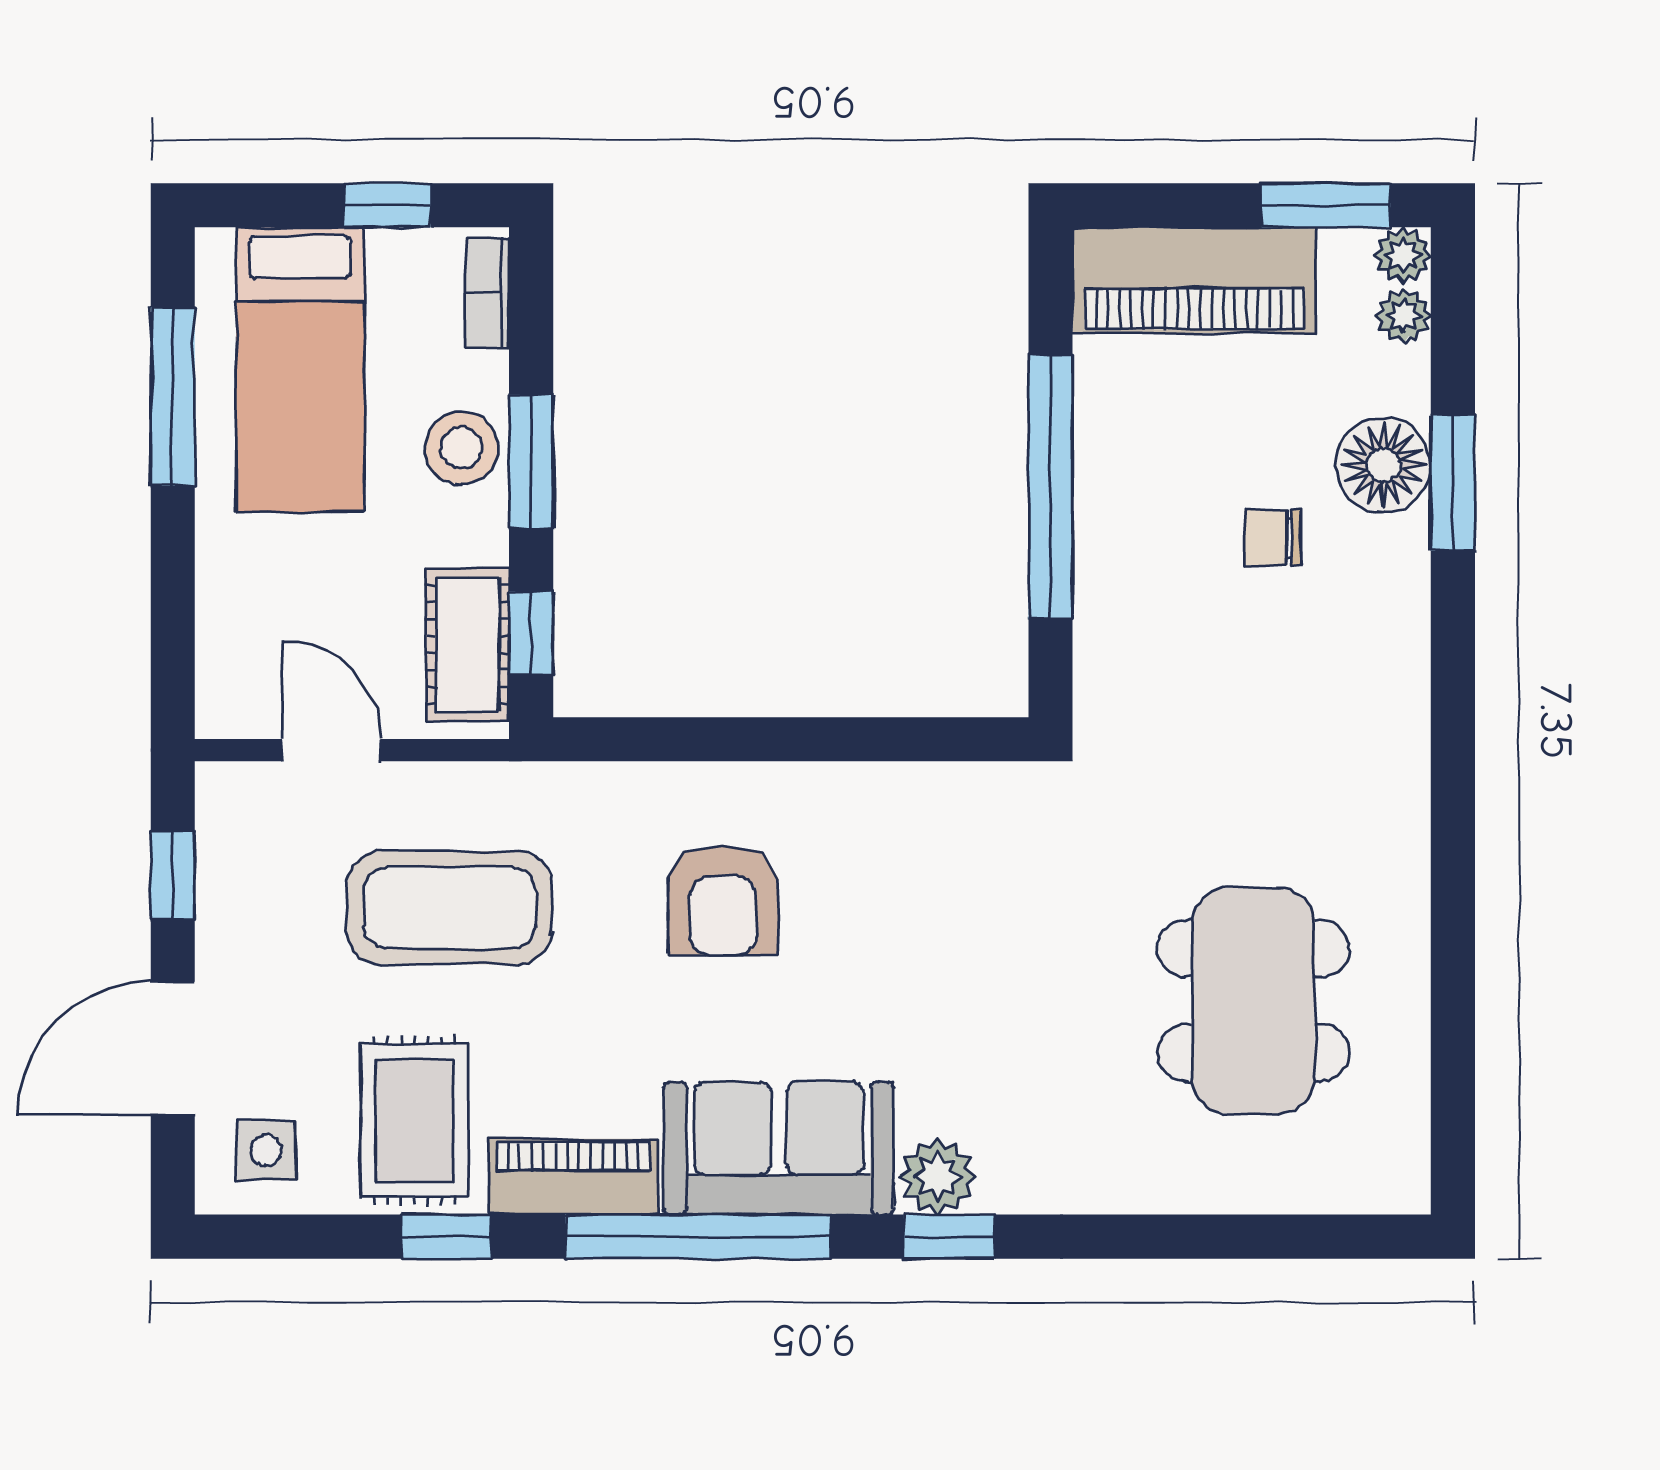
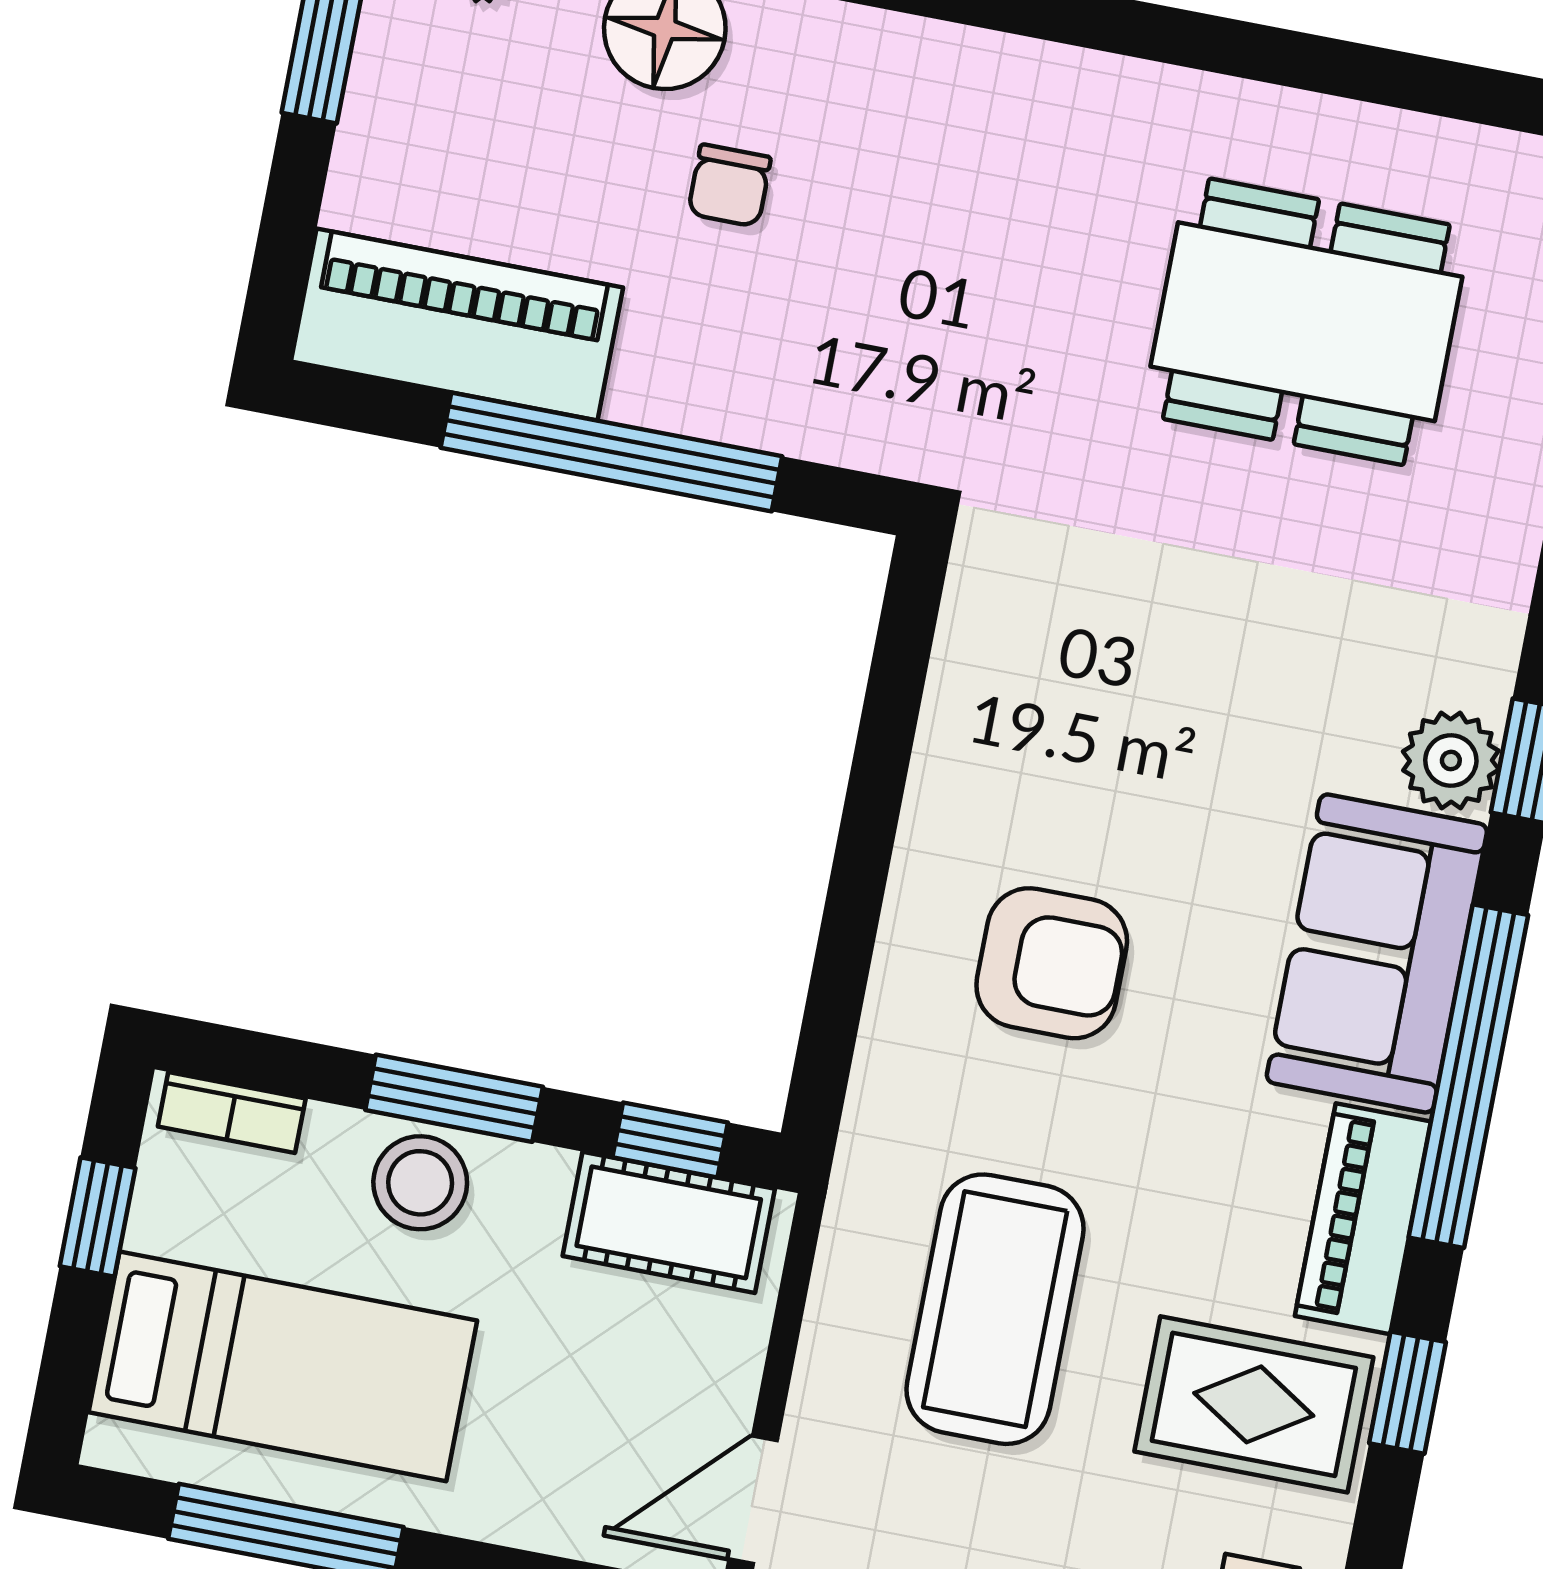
piano: (1194, 280) -> (457, 325), moved, turned -90
door: (331, 750) -> (753, 1500), moved

